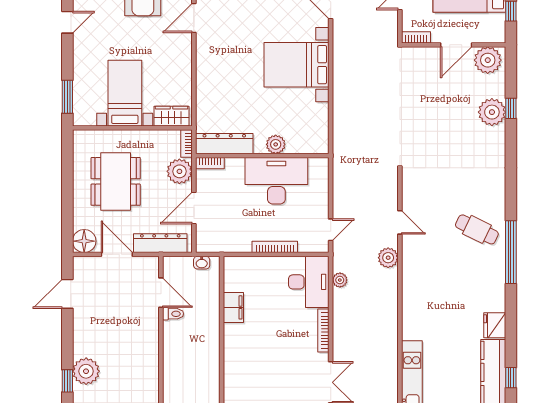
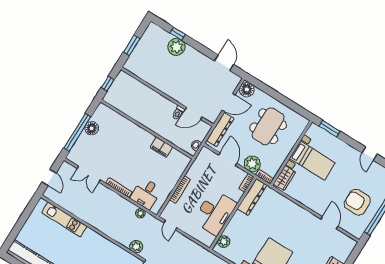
plant: (276, 144) -> (224, 242), moved
dining table: (116, 181) -> (268, 126), turned 90
desk: (309, 282) -> (146, 194), width x0.73

